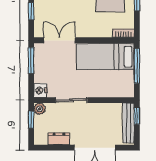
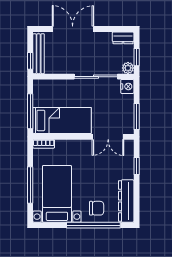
sliding door: (72, 100) -> (96, 77), width x1.37
dresser: (59, 139) -> (123, 38), moved

